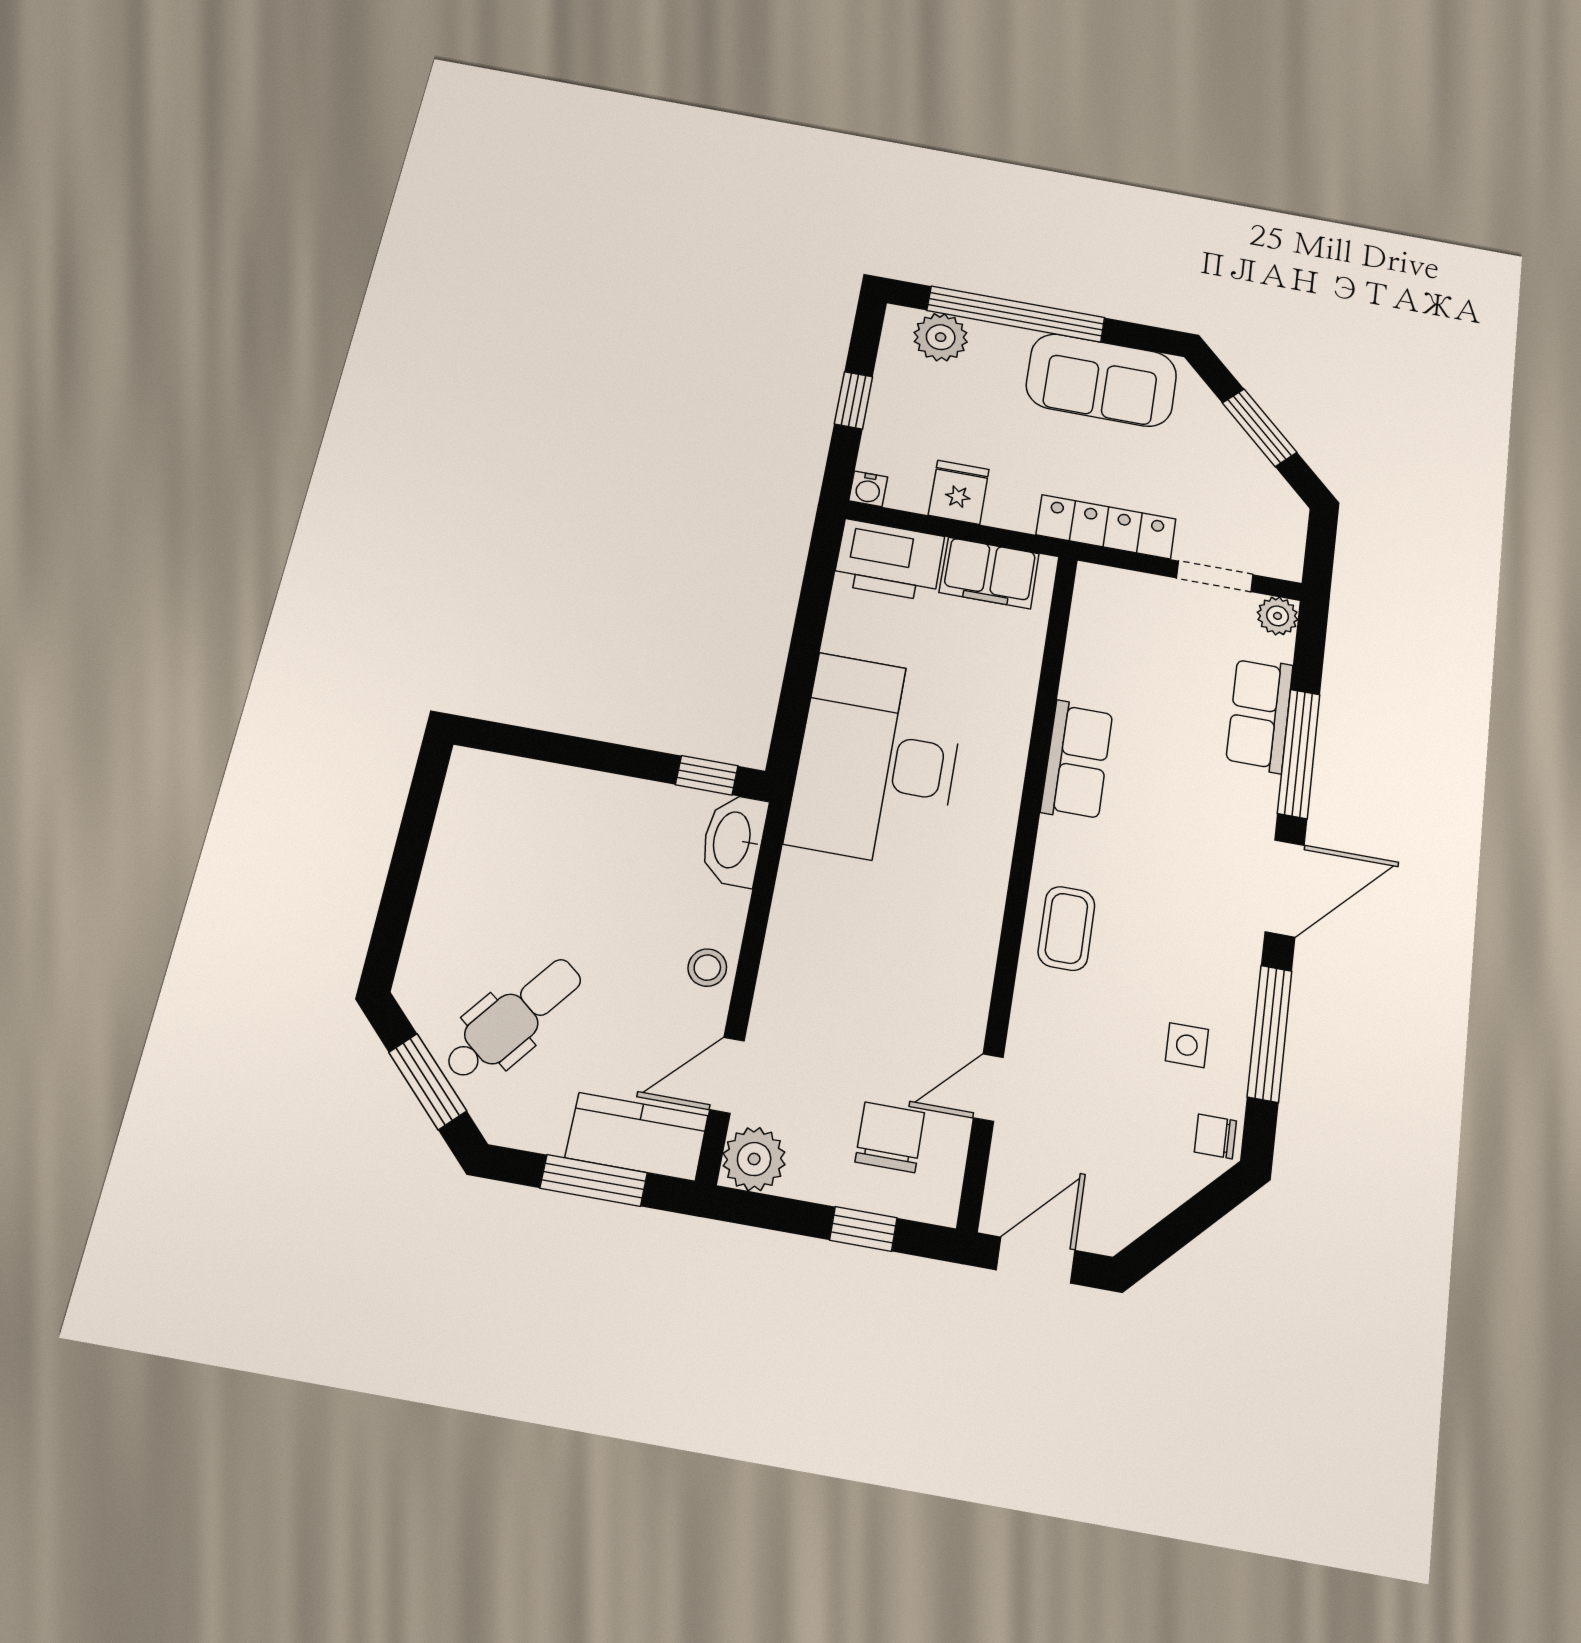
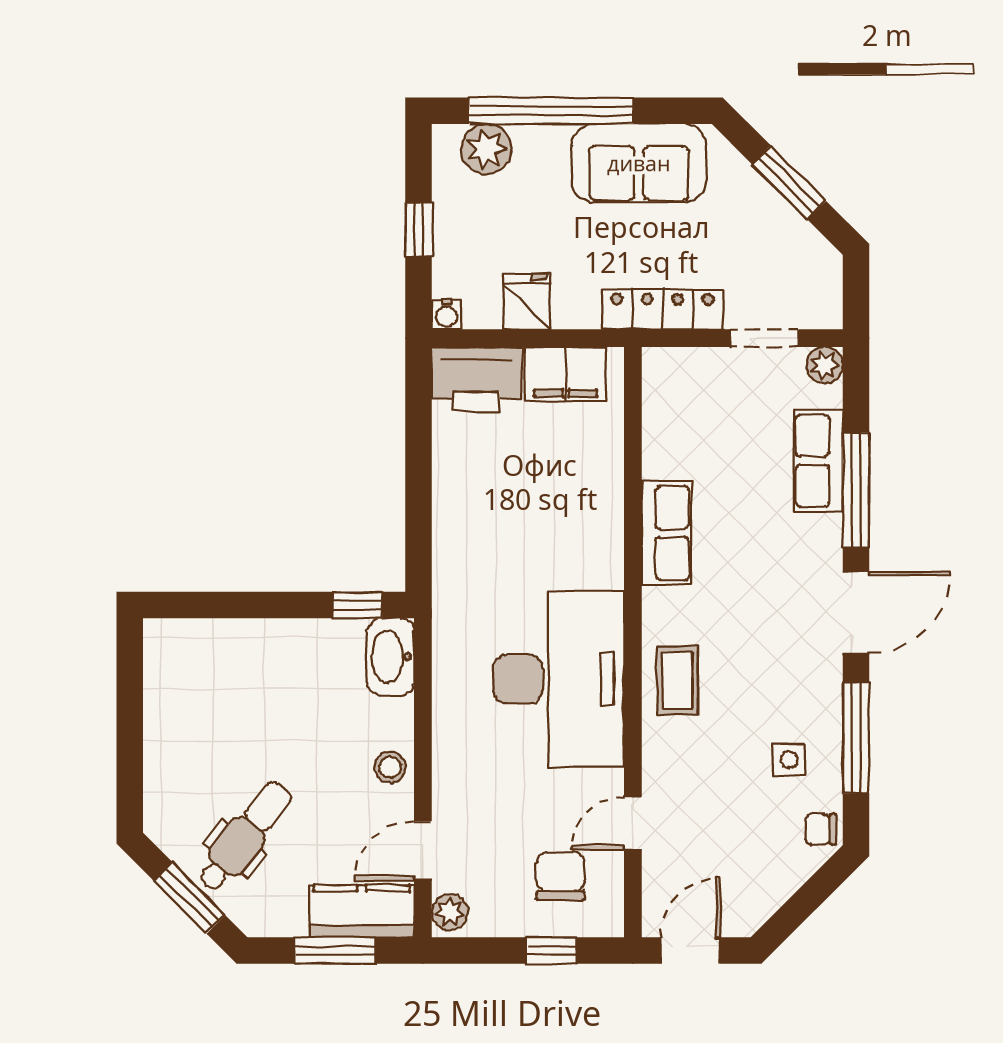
desk: (877, 761) -> (558, 679), moved, turned 180
plant: (754, 1159) -> (450, 912), width x0.73, depth x0.73

